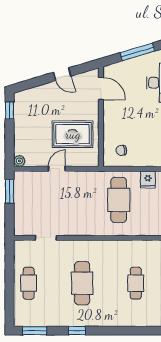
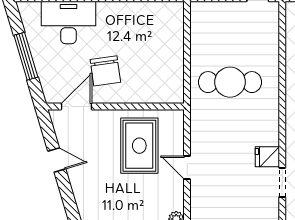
door: (62, 74) -> (57, 160), hinge flipped
chair: (121, 150) -> (105, 71), moved, width x1.87, depth x1.87
fridge: (148, 179) -> (267, 157), moved, turned 180

